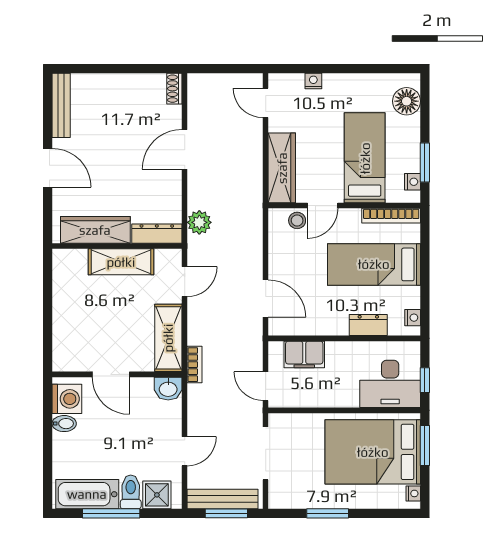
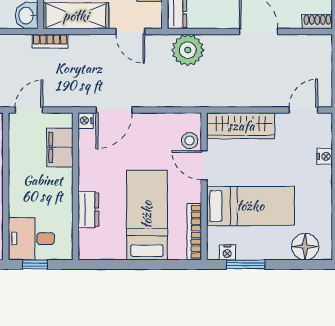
plant: (199, 222) -> (188, 50), width x1.36, depth x1.36
nightstand: (413, 318) -> (86, 121), moved, turned 90
desk: (390, 384) -> (31, 239), width x0.73

